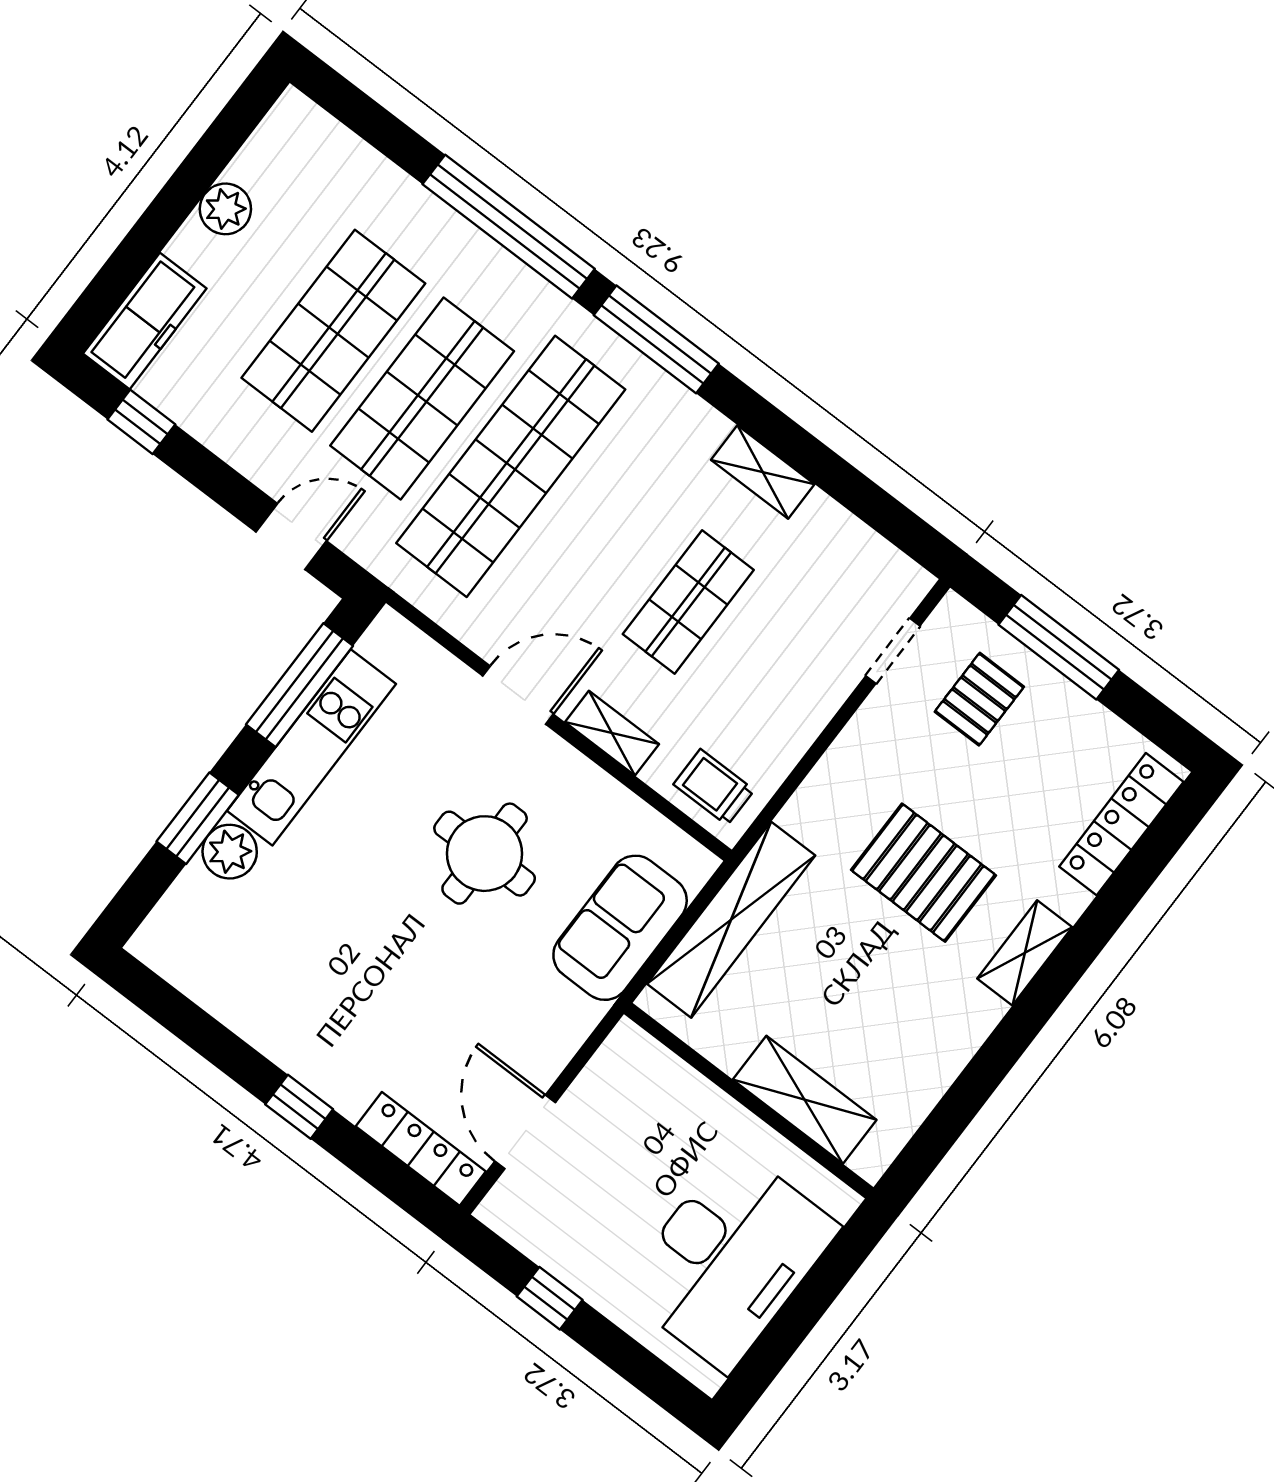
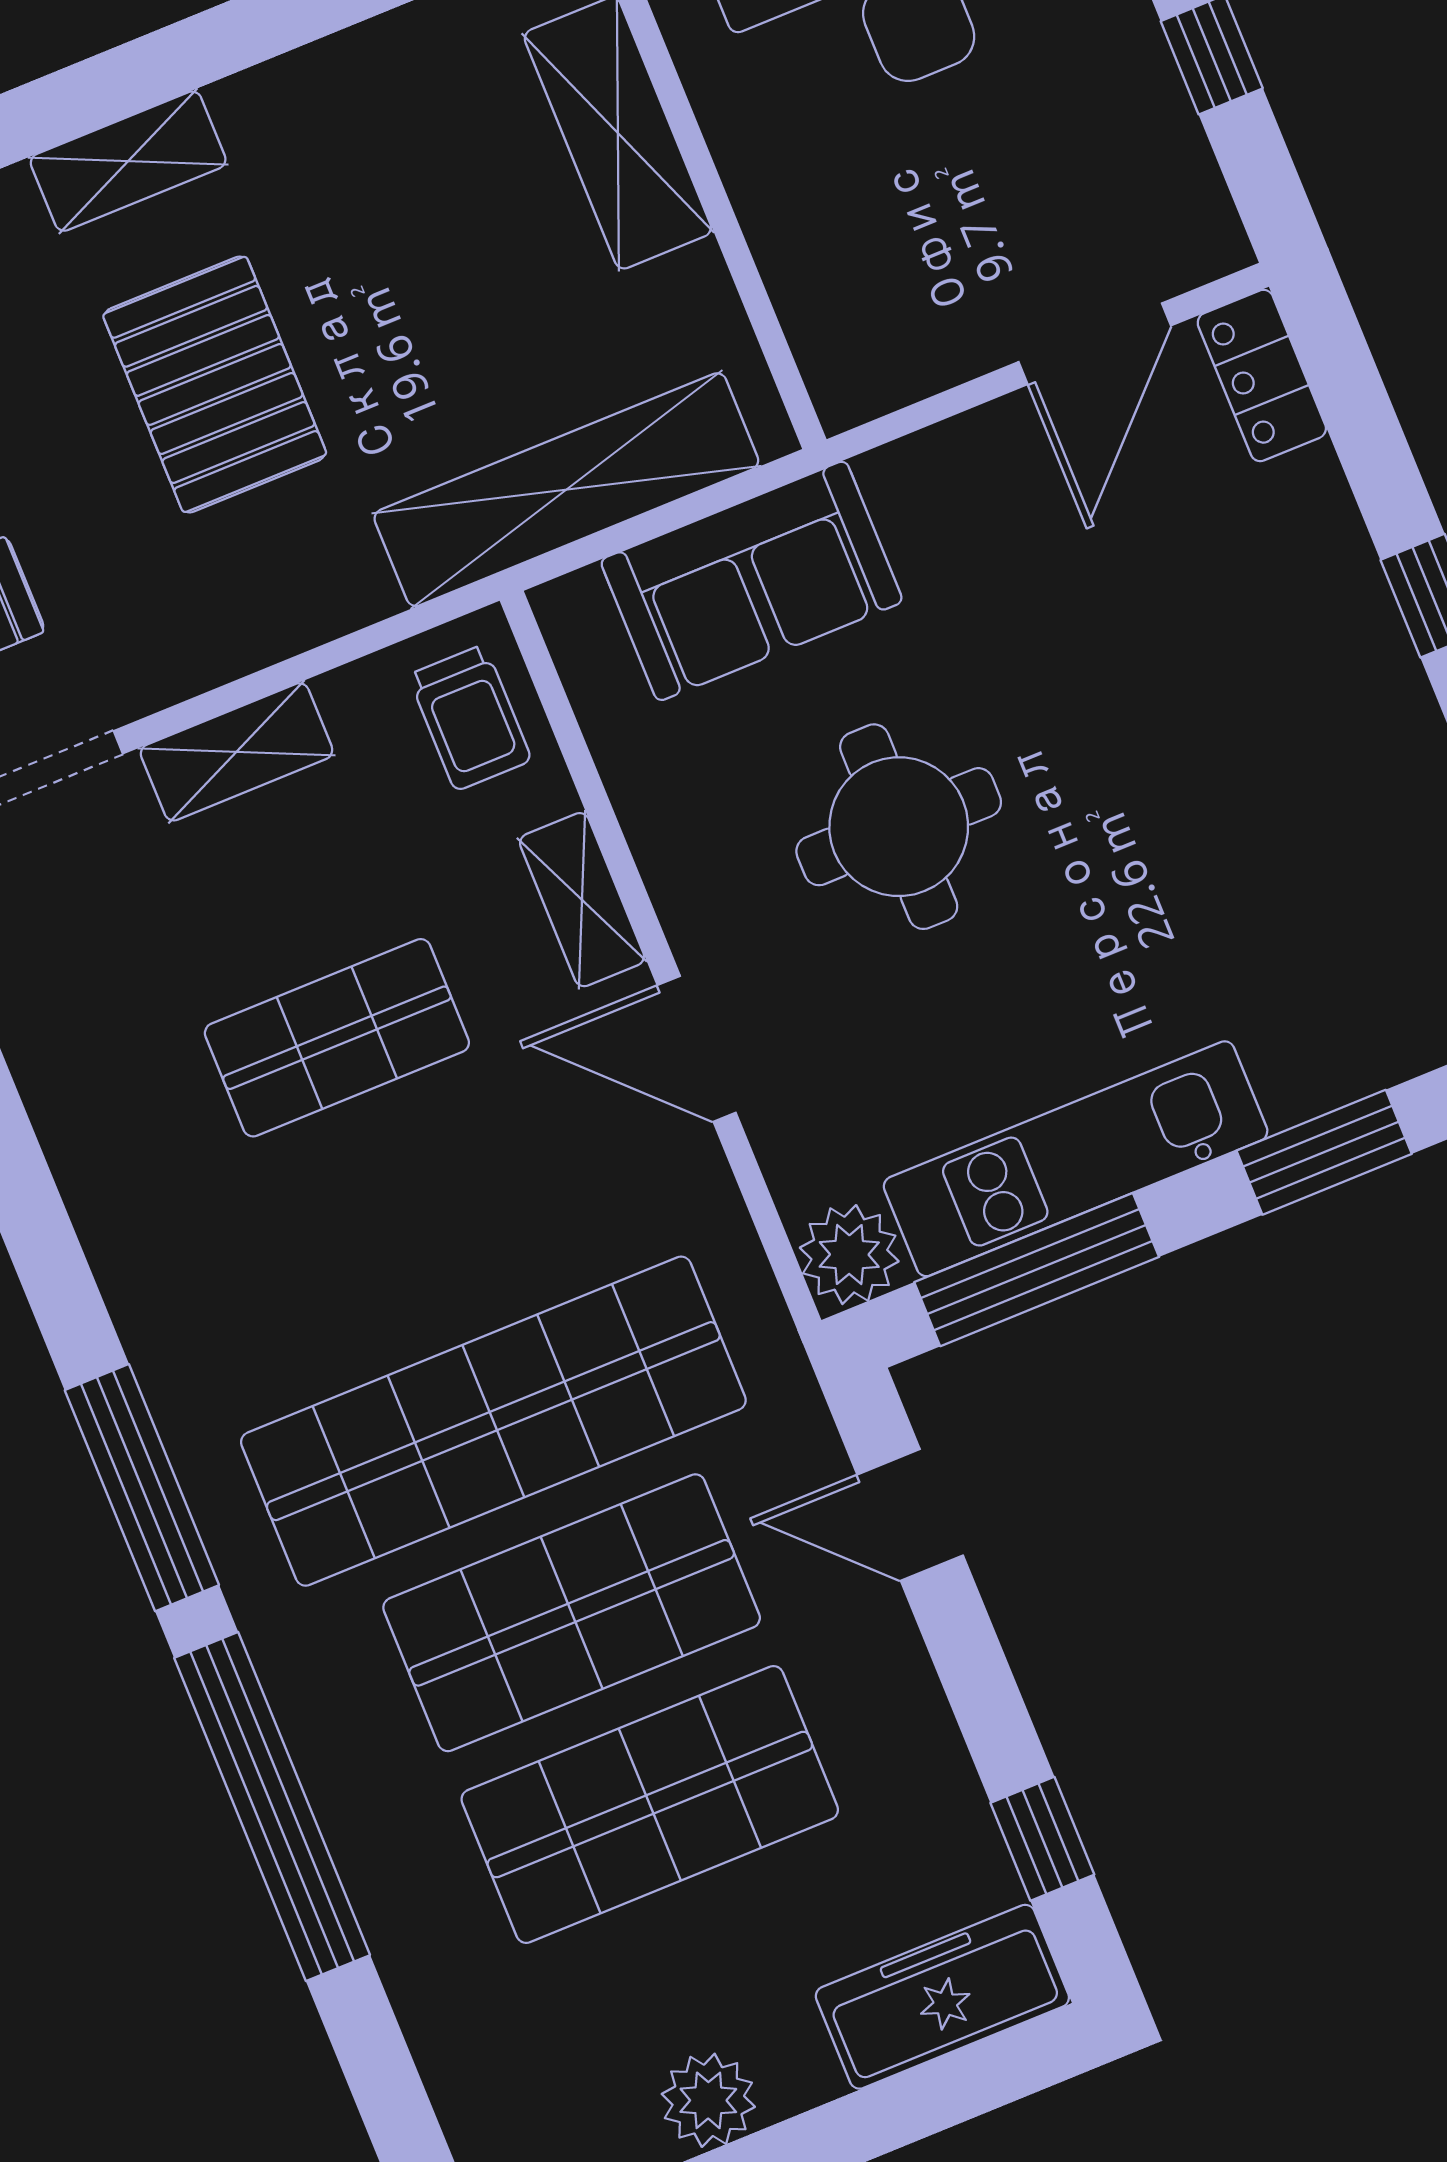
shelving: (763, 472) -> (237, 752), moved, turned 90
plant: (230, 852) -> (849, 1255), moved
locker: (421, 1149) -> (1262, 375), width x0.66

